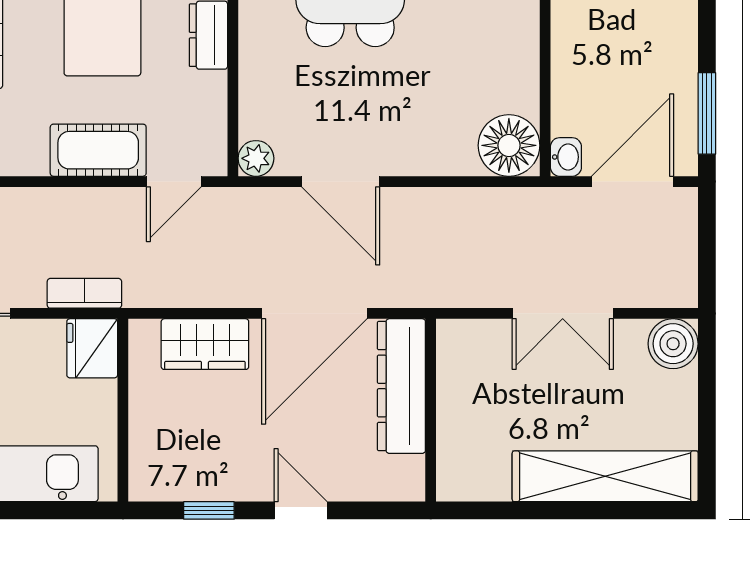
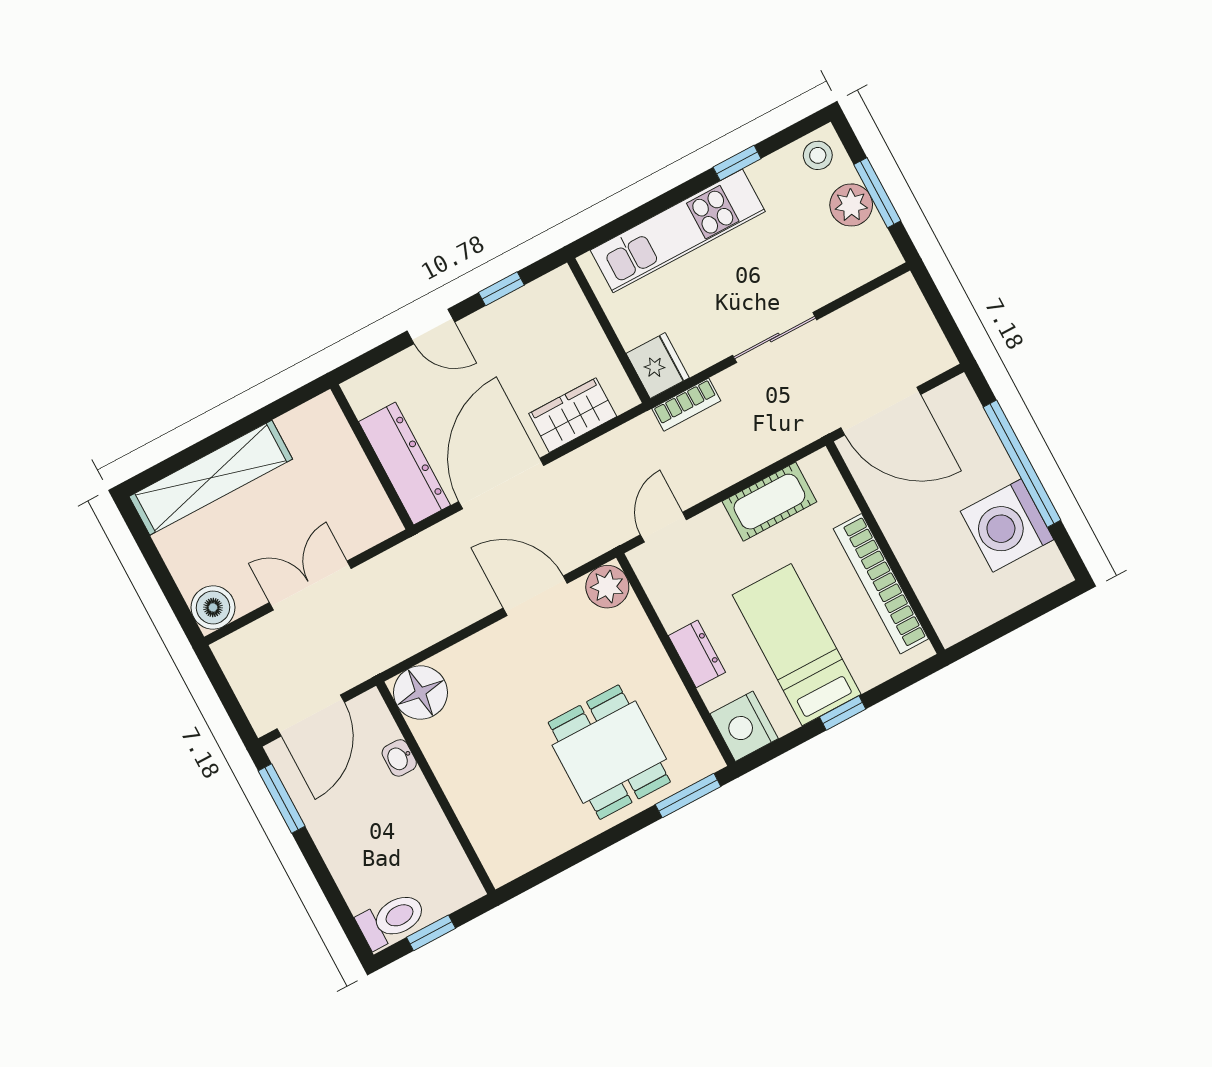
cot: (98, 150) -> (769, 502), moved
washbasin: (566, 157) -> (399, 758), moved
plant: (256, 158) -> (607, 587), width x1.38, depth x1.38

